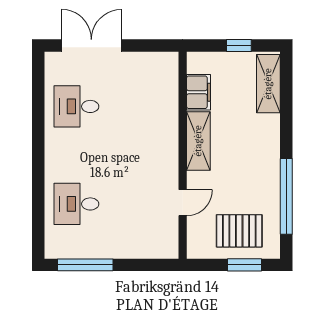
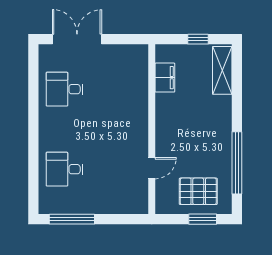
shelving: (198, 141) -> (165, 118), removed

